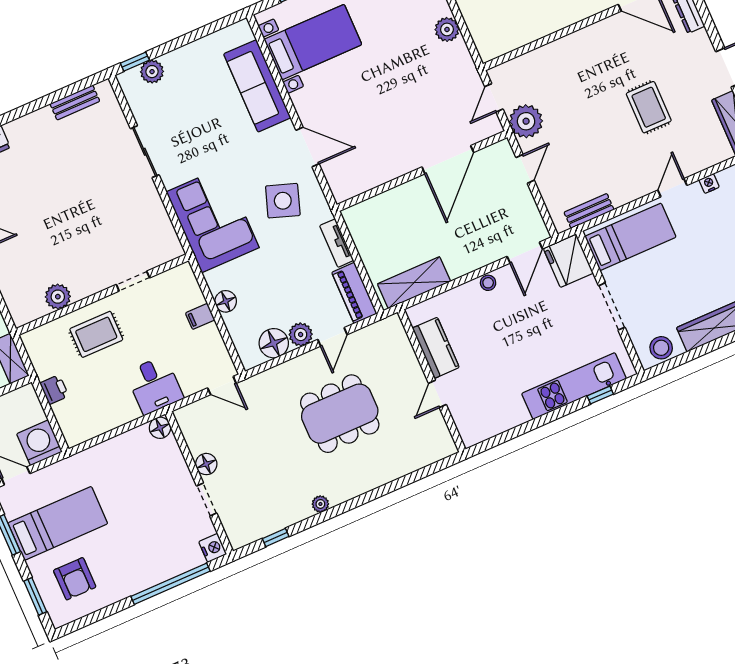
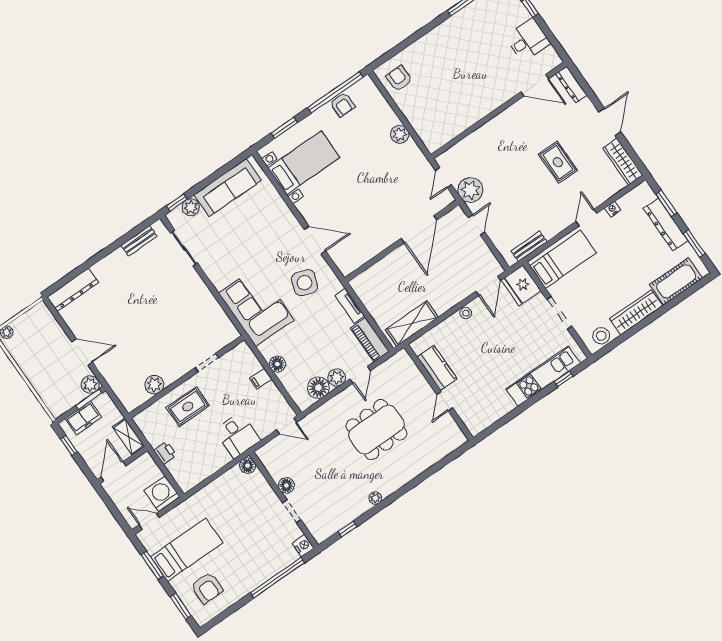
sofa: (257, 86) -> (228, 187), moved, turned -90
sliding door: (145, 152) -> (184, 248), moved

